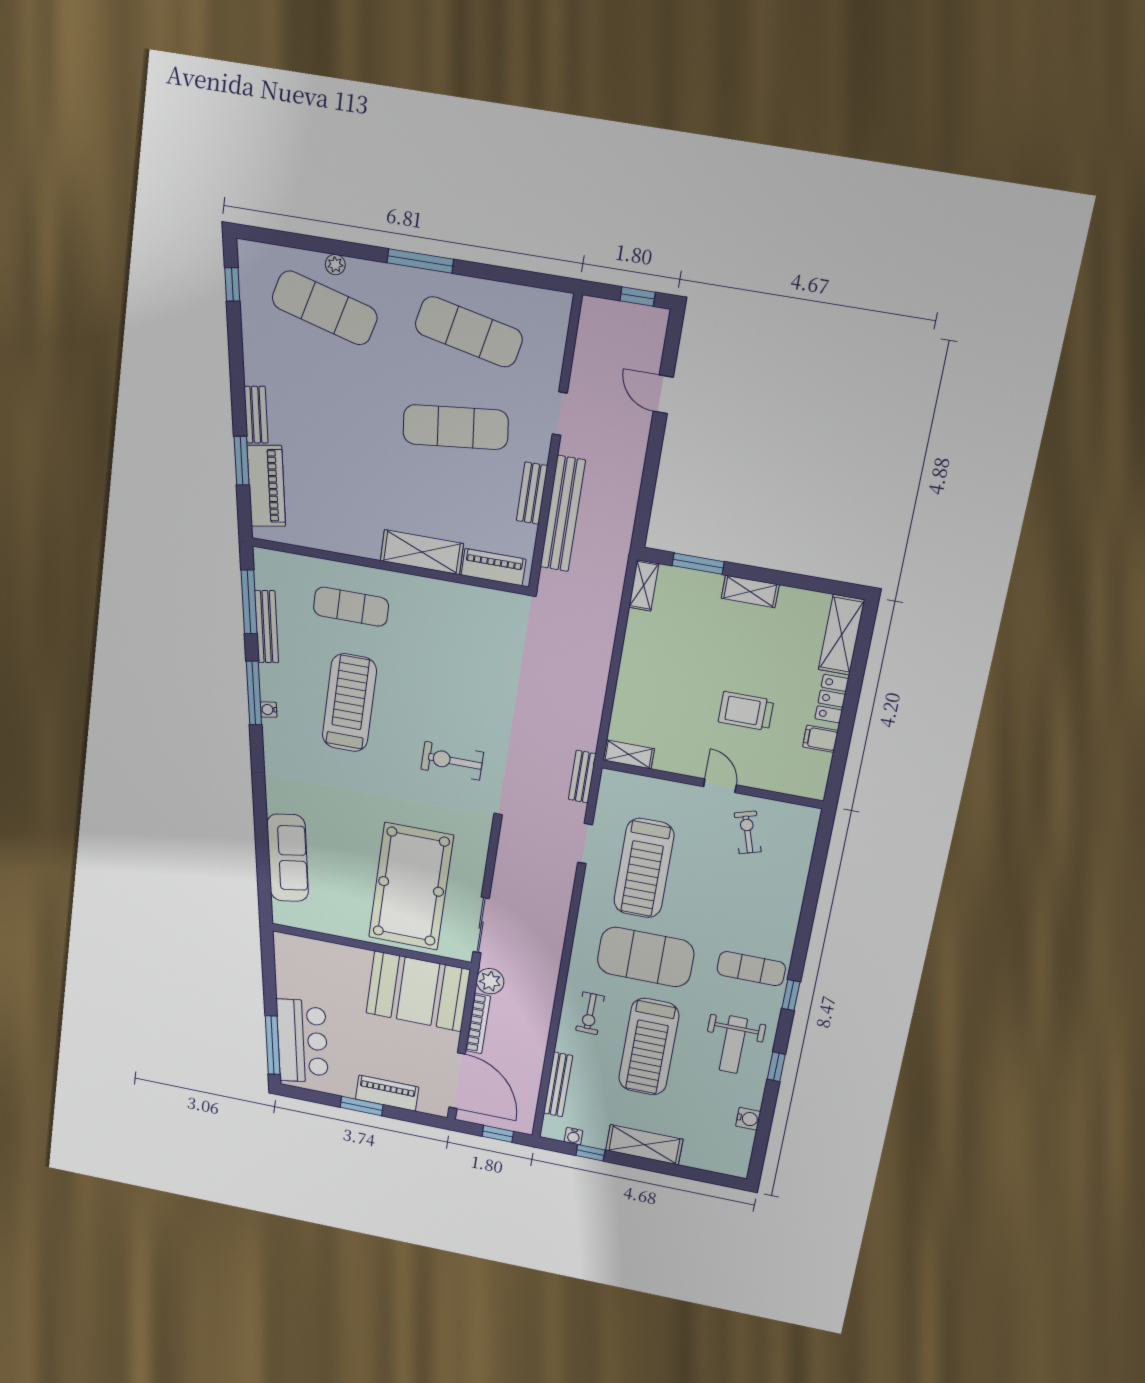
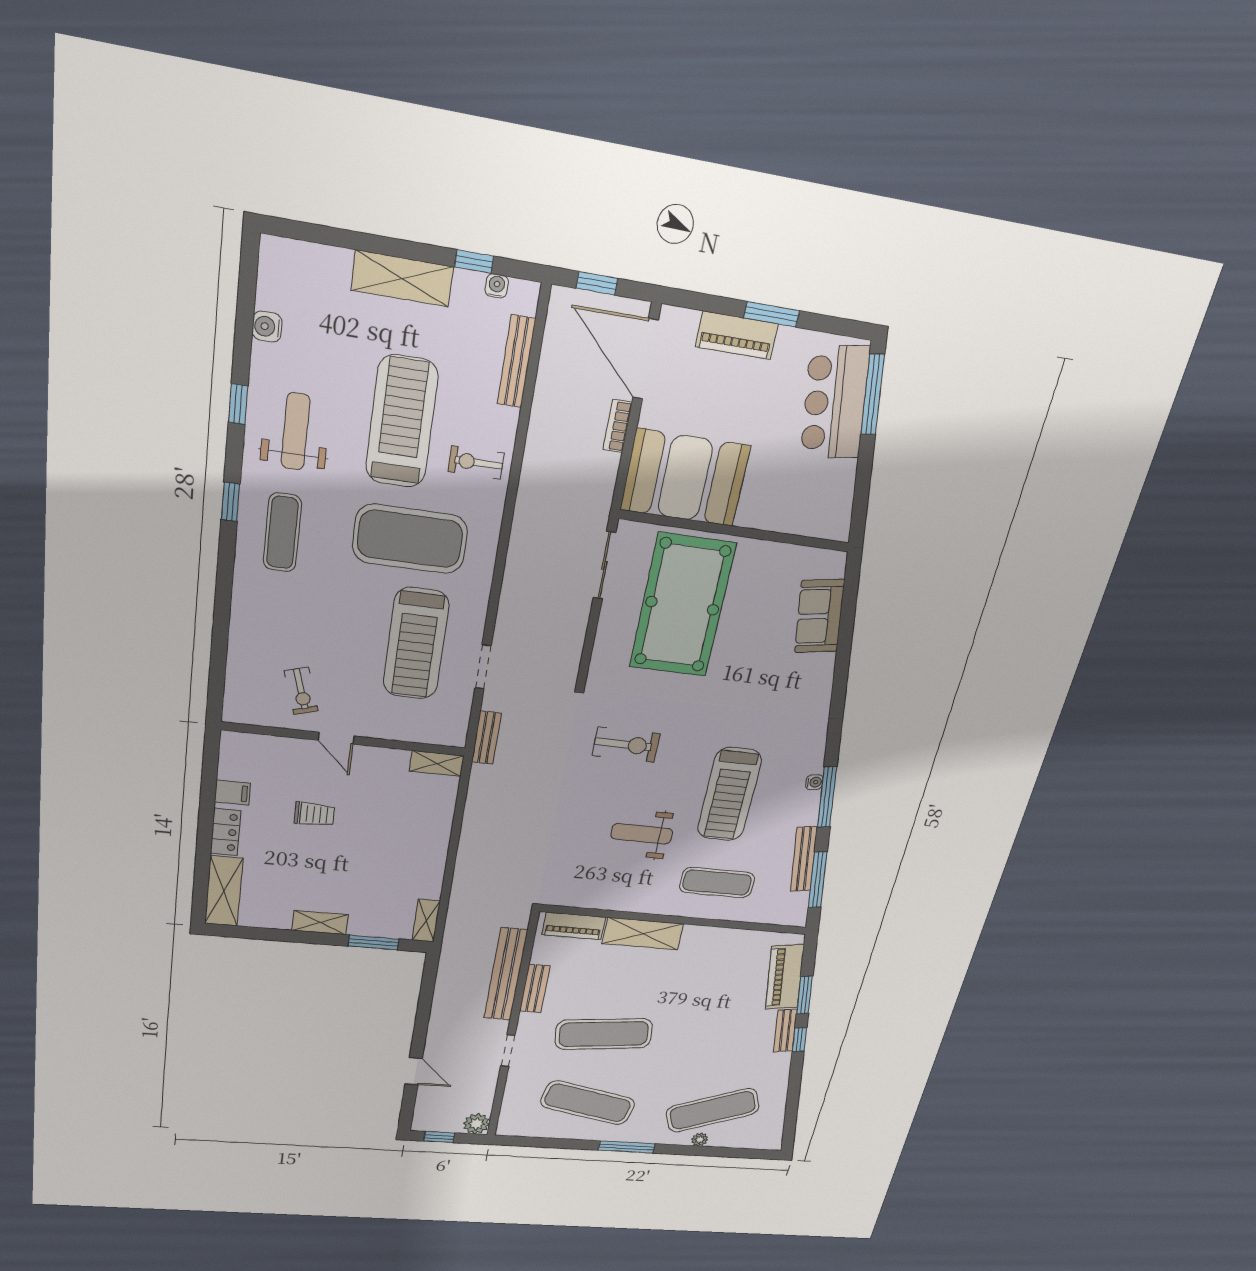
window: (232, 284) -> (799, 1040), moved
exercise mat: (325, 308) -> (713, 1110), turned -36
weight bench: (431, 667) -> (642, 834), added
trolley: (746, 711) -> (314, 814), width x0.73, depth x0.72
sofa: (288, 858) -> (820, 616), width x0.73
treadmill: (644, 868) -> (416, 644), turned 180
exercise mat: (751, 969) -> (282, 533), turned 90
plant: (490, 981) -> (476, 1124), moved
exercise bike: (590, 1013) -> (476, 462), turned -91
bookcase: (478, 1023) -> (618, 426), width x0.64

